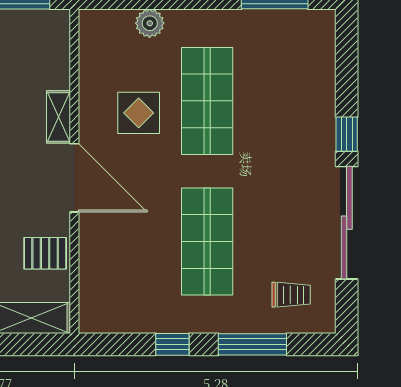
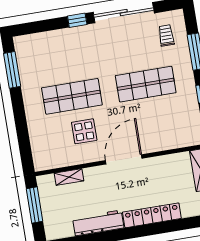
plant: (150, 23) -> (36, 133), removed
shelving: (58, 117) -> (69, 177), moved
pallet: (45, 253) -> (166, 168), removed

